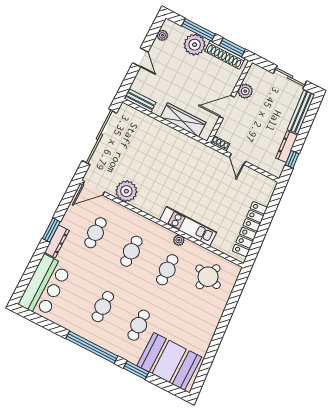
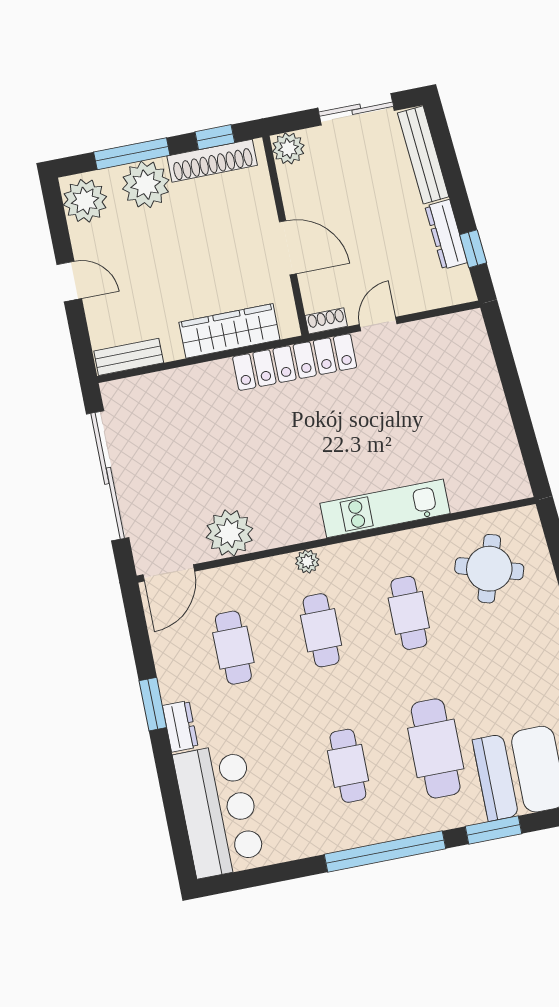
plant: (162, 35) -> (85, 201), width x1.88, depth x1.88
window: (232, 47) -> (215, 137), width x0.67
plant: (245, 91) -> (288, 148), moved
door: (227, 107) -> (288, 248), swing flipped
door: (238, 159) -> (378, 324), swing flipped
locker: (250, 229) -> (295, 362), moved, turned -85
plant: (179, 240) -> (307, 561), moved
dresser: (57, 241) -> (180, 726), width x0.70
cafe table: (139, 325) -> (436, 748), width x1.37, depth x1.35

